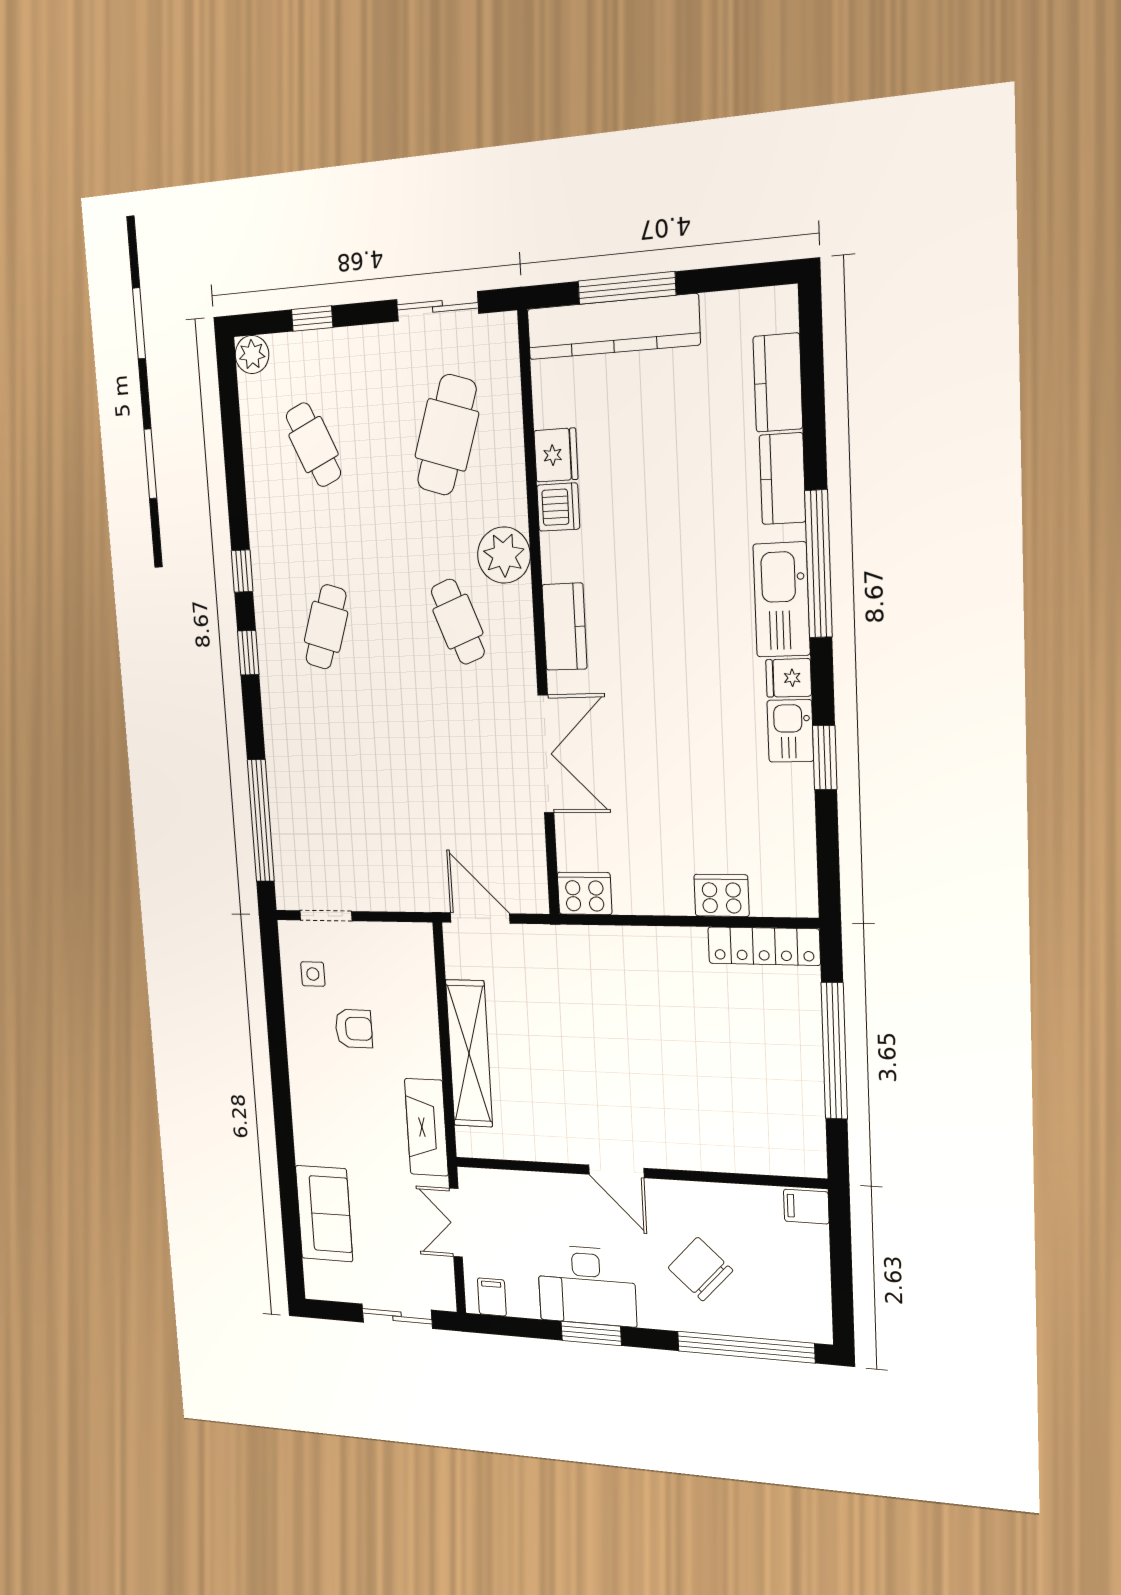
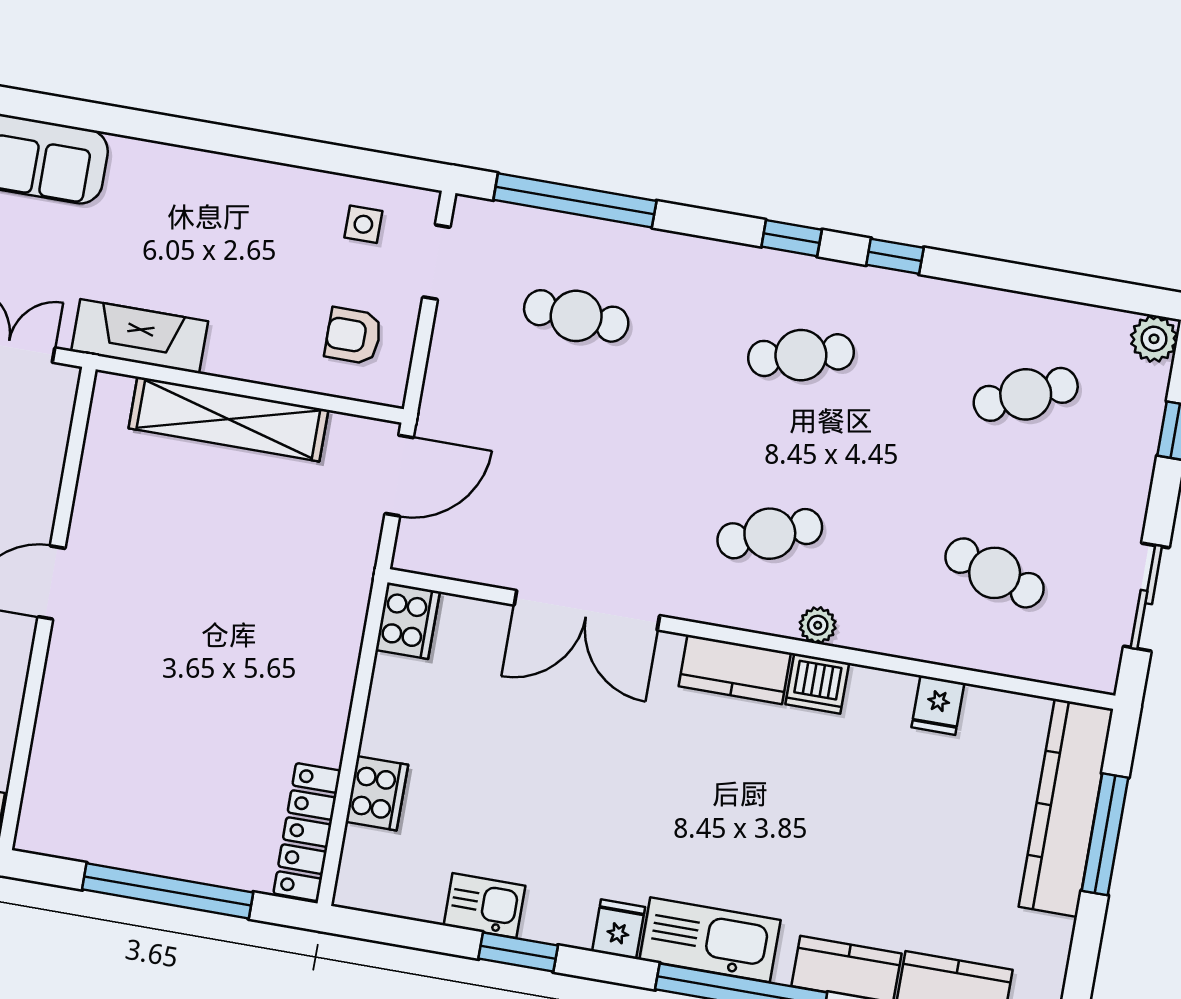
cafe table: (447, 435) -> (995, 573), width x0.73, depth x0.74
fridge: (556, 455) -> (938, 705), width x0.72
dishwasher: (558, 507) -> (817, 684), moved
plant: (504, 555) -> (818, 625), width x0.53, depth x0.53
cafe table: (326, 627) -> (801, 355), turned -33
kitchen sink: (790, 731) -> (484, 906), moved
cafe table: (338, 804) -> (576, 316), added
armchair: (354, 1029) -> (353, 336), moved, turned 90

